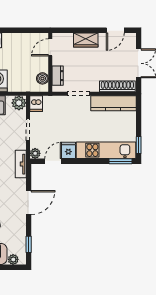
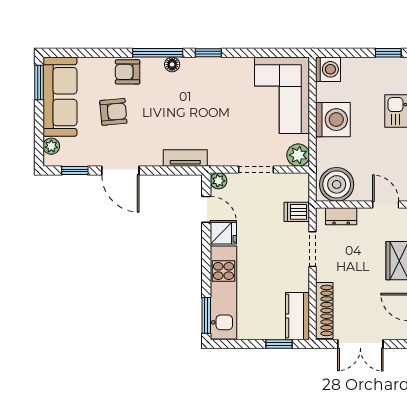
boiler: (42, 78) -> (337, 184), width x1.86, depth x1.86
kitchen counter: (113, 103) -> (298, 316), width x0.67
dishwasher: (36, 104) -> (297, 212), moved
window: (139, 145) -> (279, 344), moved
tv unit: (21, 164) -> (185, 158), moved
door: (29, 203) -> (120, 171), moved

